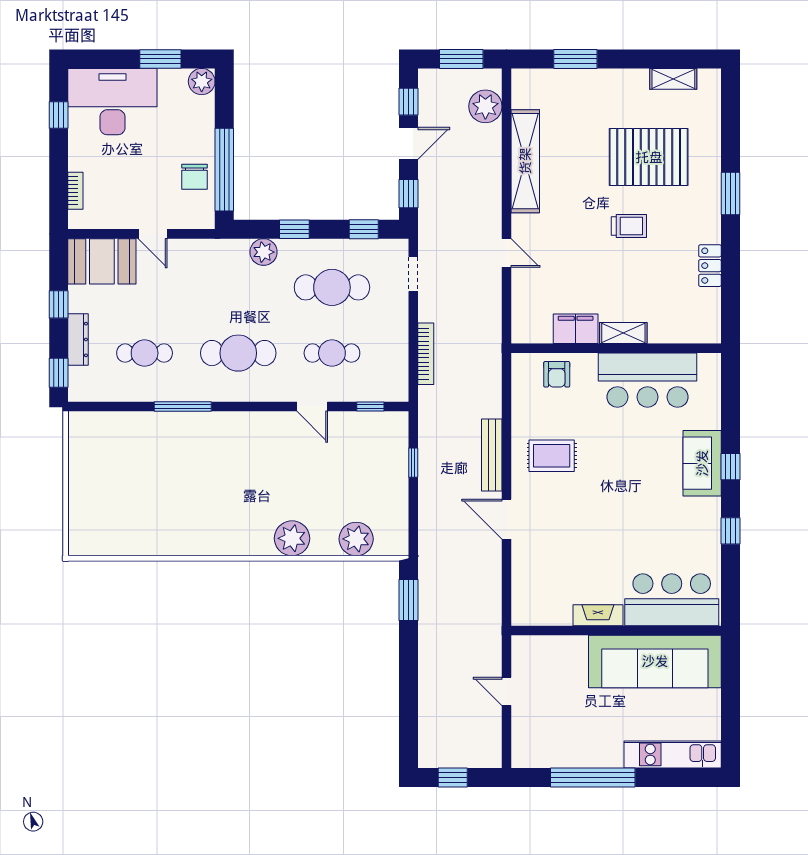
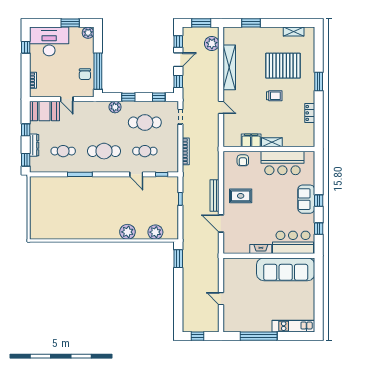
bar counter: (672, 600) -> (293, 242), moved
fireplace: (598, 615) -> (261, 249), moved
wall: (616, 631) -> (269, 256), moved
sofa: (655, 661) -> (286, 269), moved

